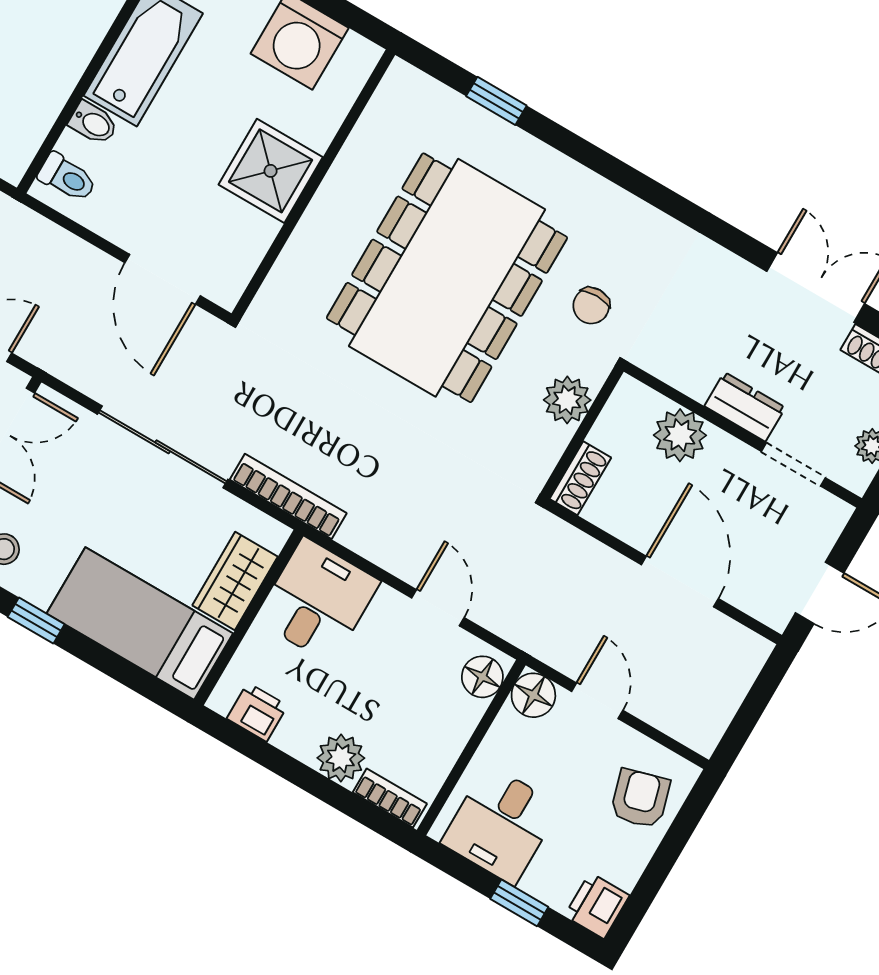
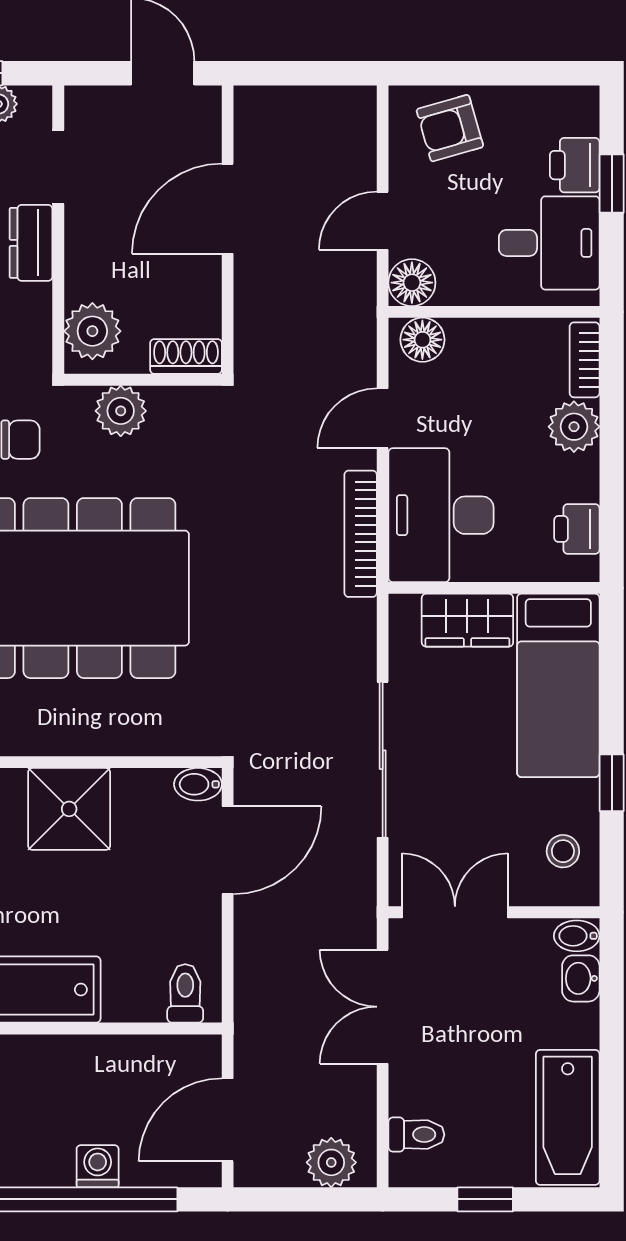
bidet: (93, 123) -> (198, 784), moved, turned -90
plant: (680, 435) -> (92, 331), moved
bookcase: (288, 496) -> (361, 534), moved
desk: (318, 601) -> (441, 515), width x1.37
printer: (597, 906) -> (575, 165), moved, turned 90

